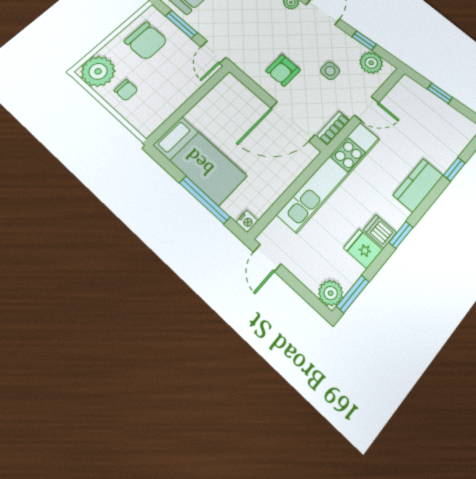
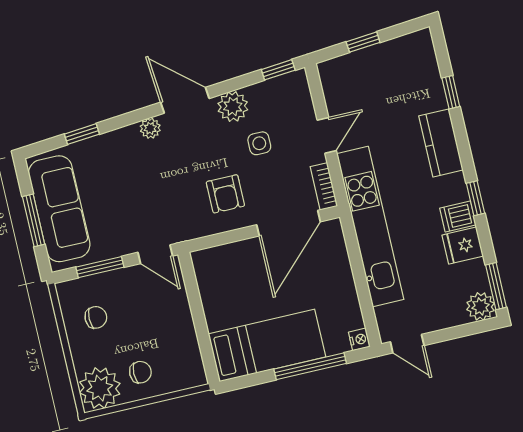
chair: (146, 41) -> (96, 317), width x0.54, depth x0.54
window: (364, 41) -> (278, 70), moved
plant: (371, 63) -> (233, 107), moved

